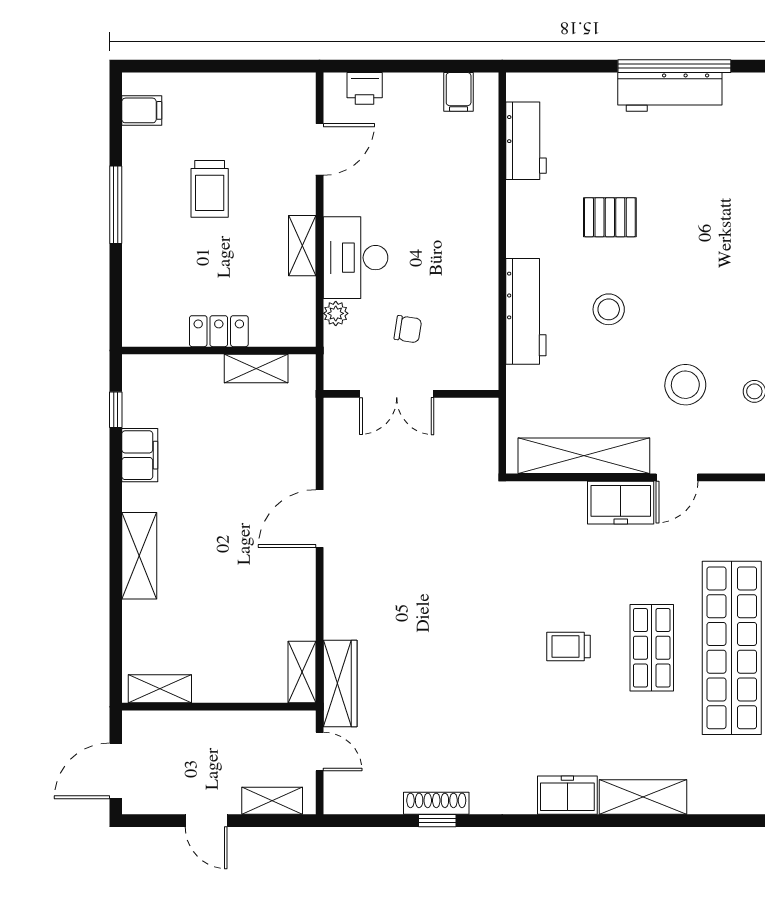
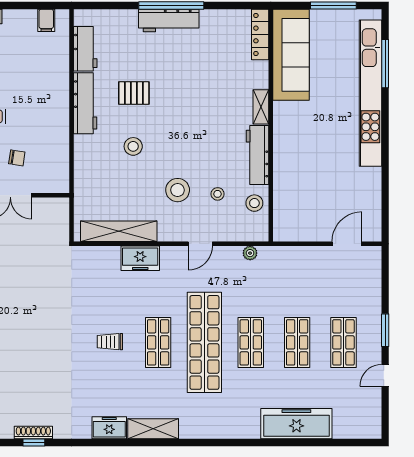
workbench: (526, 311) -> (85, 103), moved
door: (677, 477) -> (200, 244), moved

